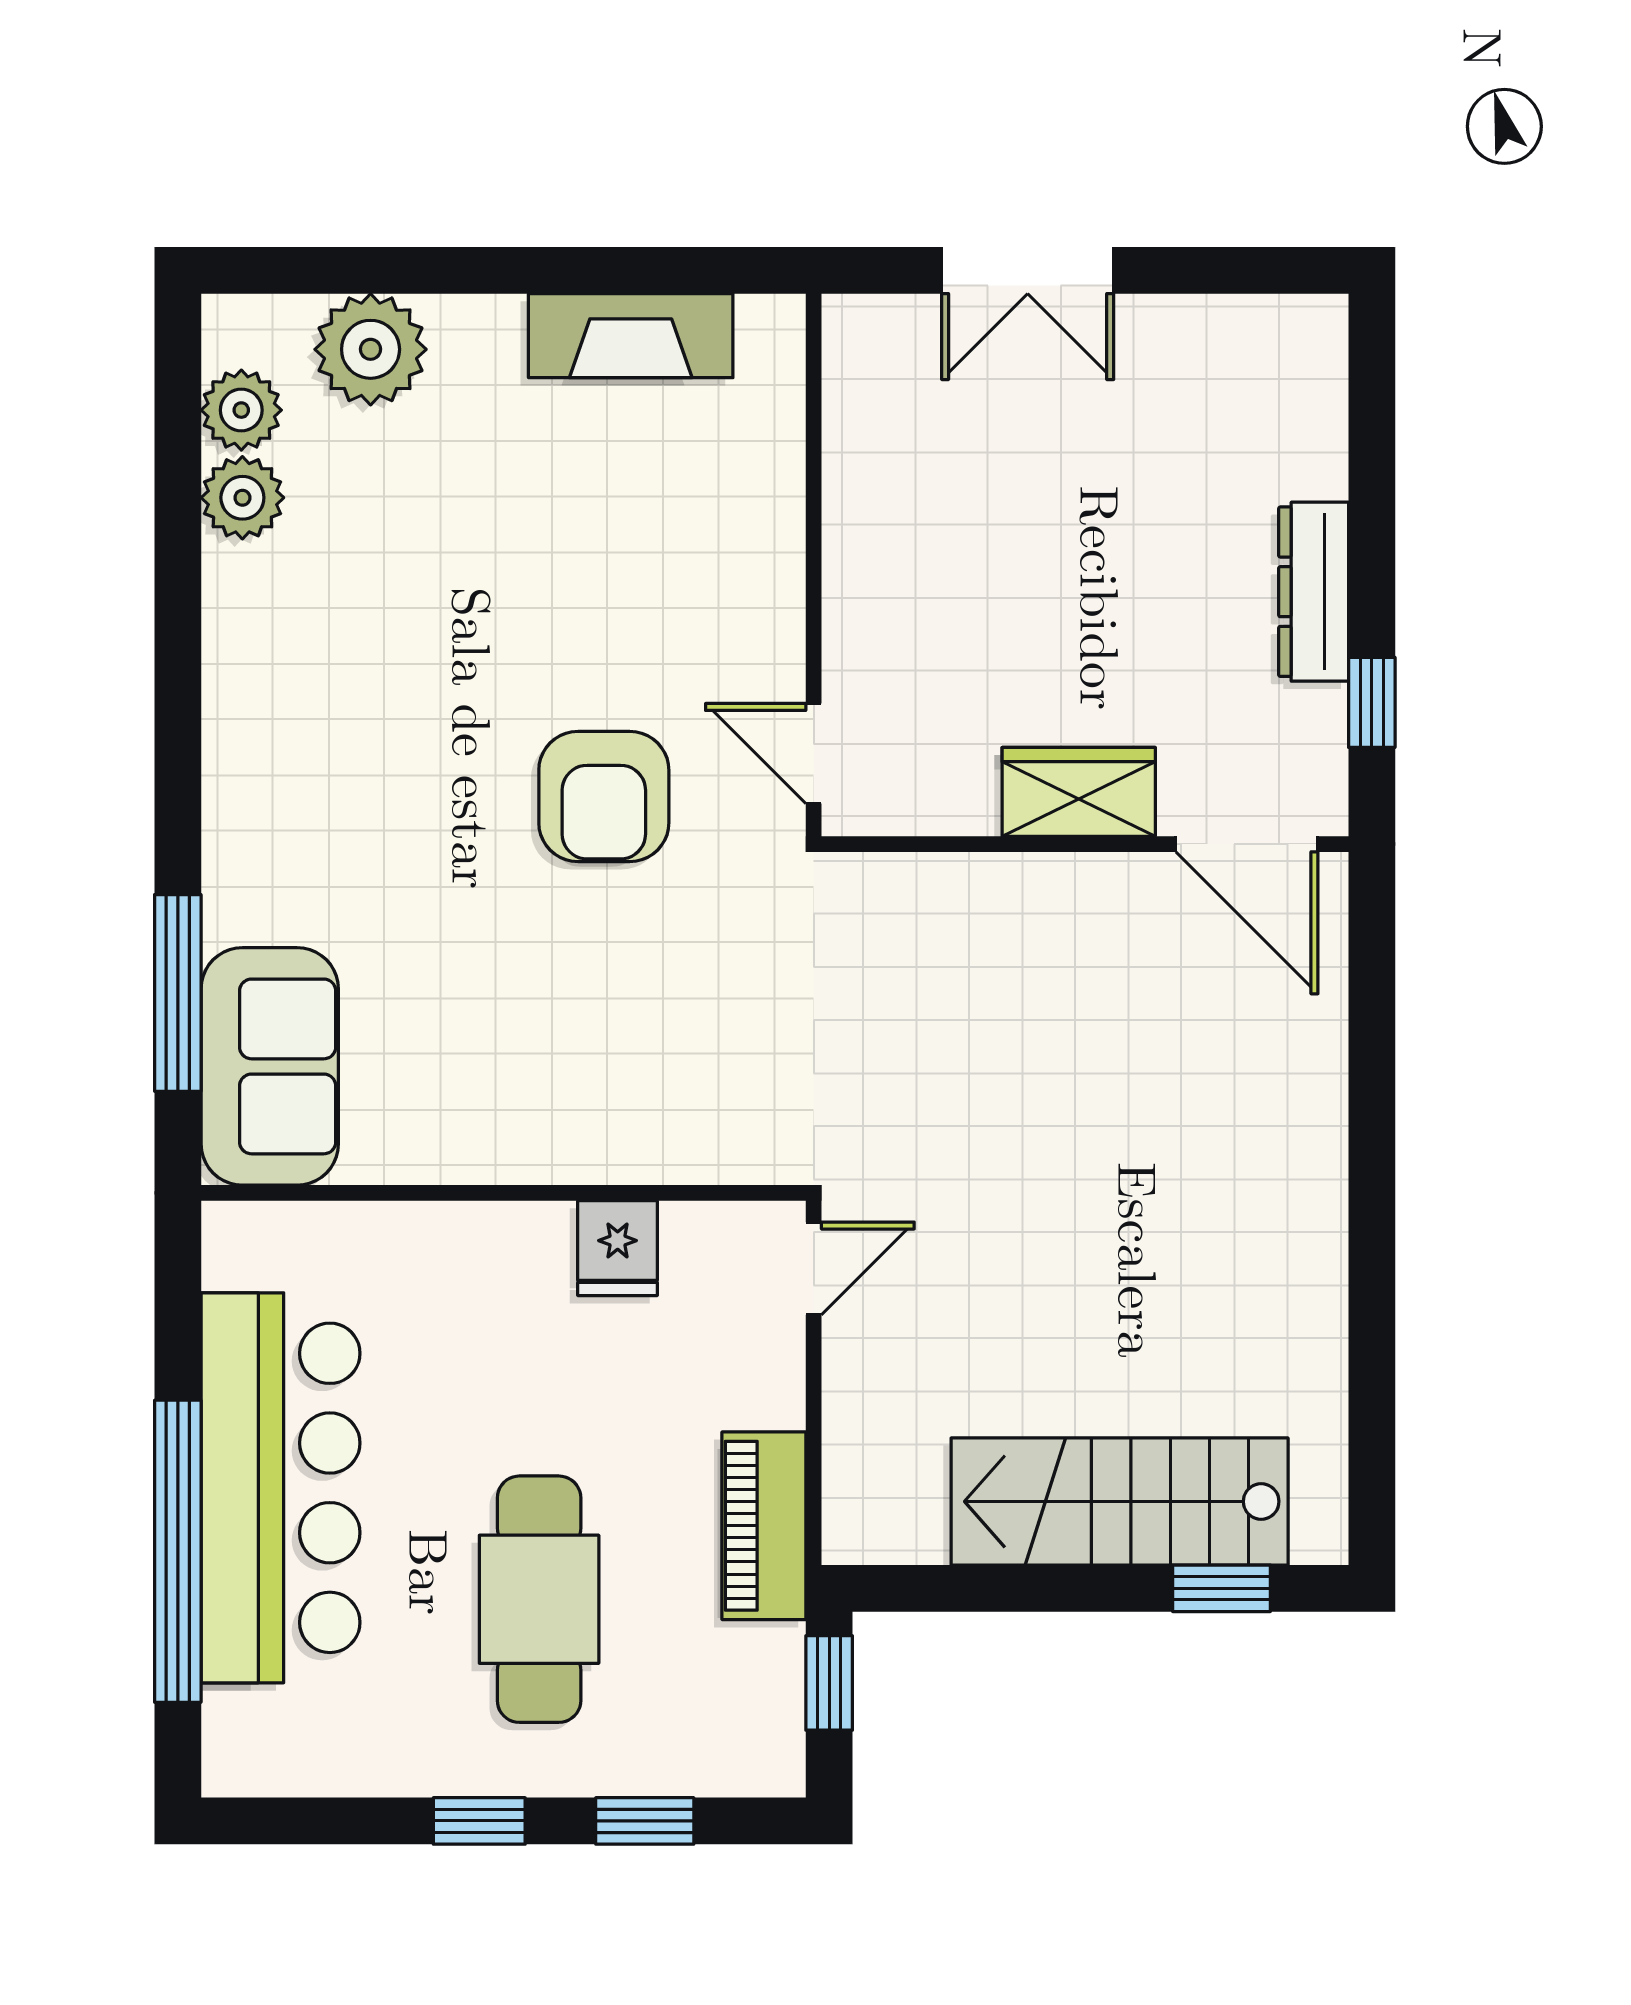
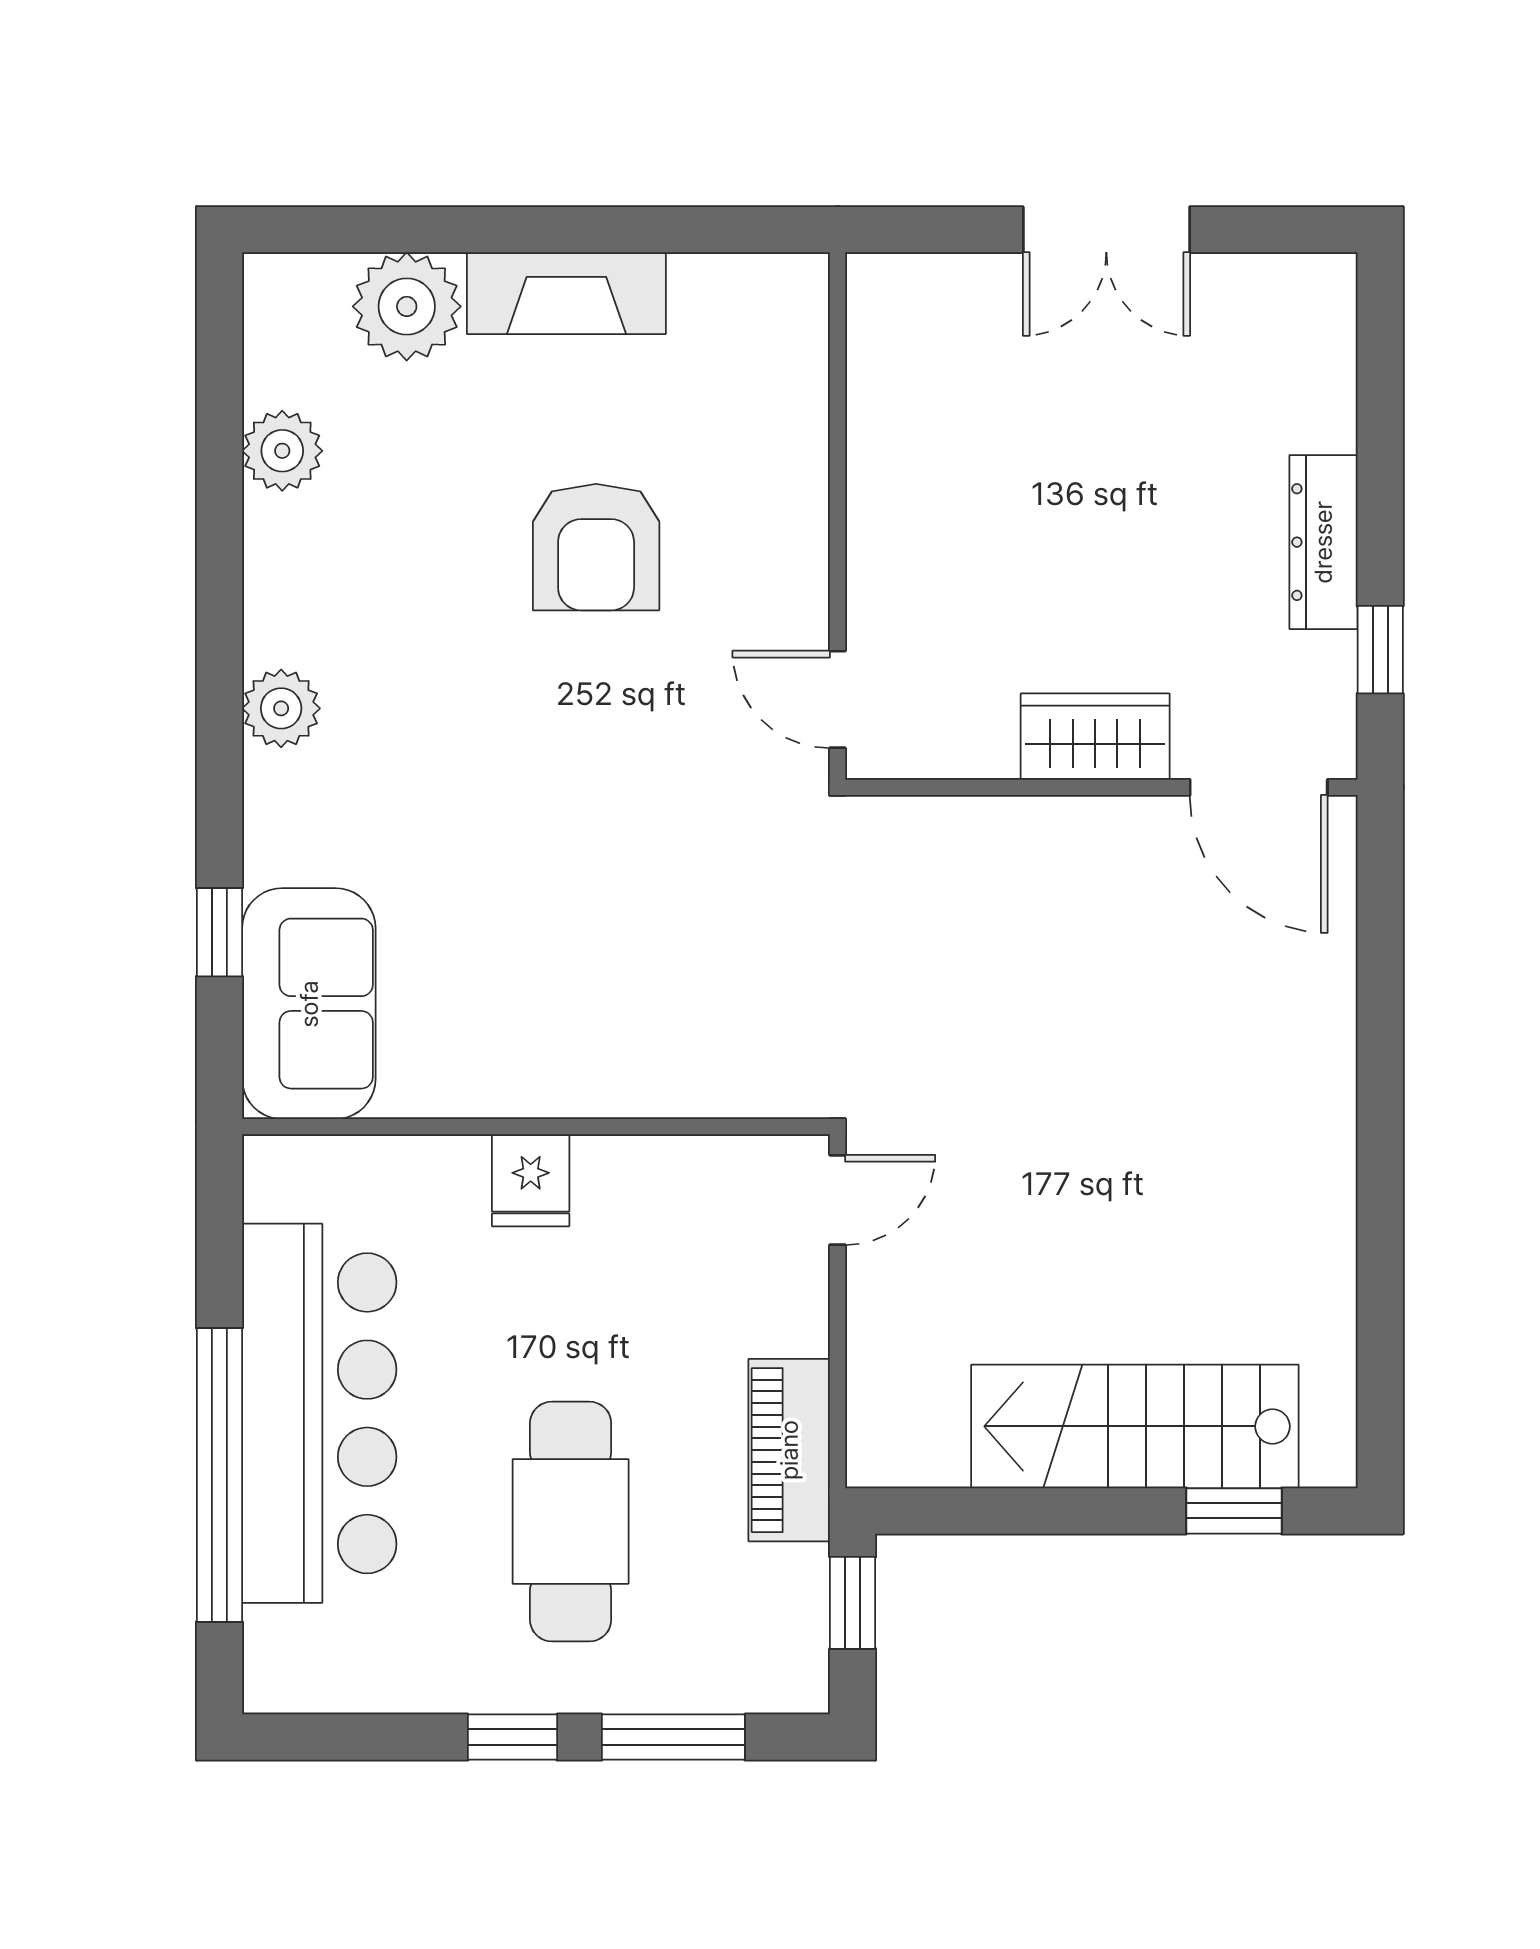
double door: (1028, 270) -> (1106, 230), moved
fireplace: (631, 336) -> (566, 293), moved
plant: (241, 410) -> (281, 708), moved
armchair: (604, 797) -> (596, 547), moved
window: (178, 993) -> (219, 932), width x0.46
fridge: (618, 1248) -> (531, 1180), moved
window: (645, 1821) -> (673, 1737), width x1.50

